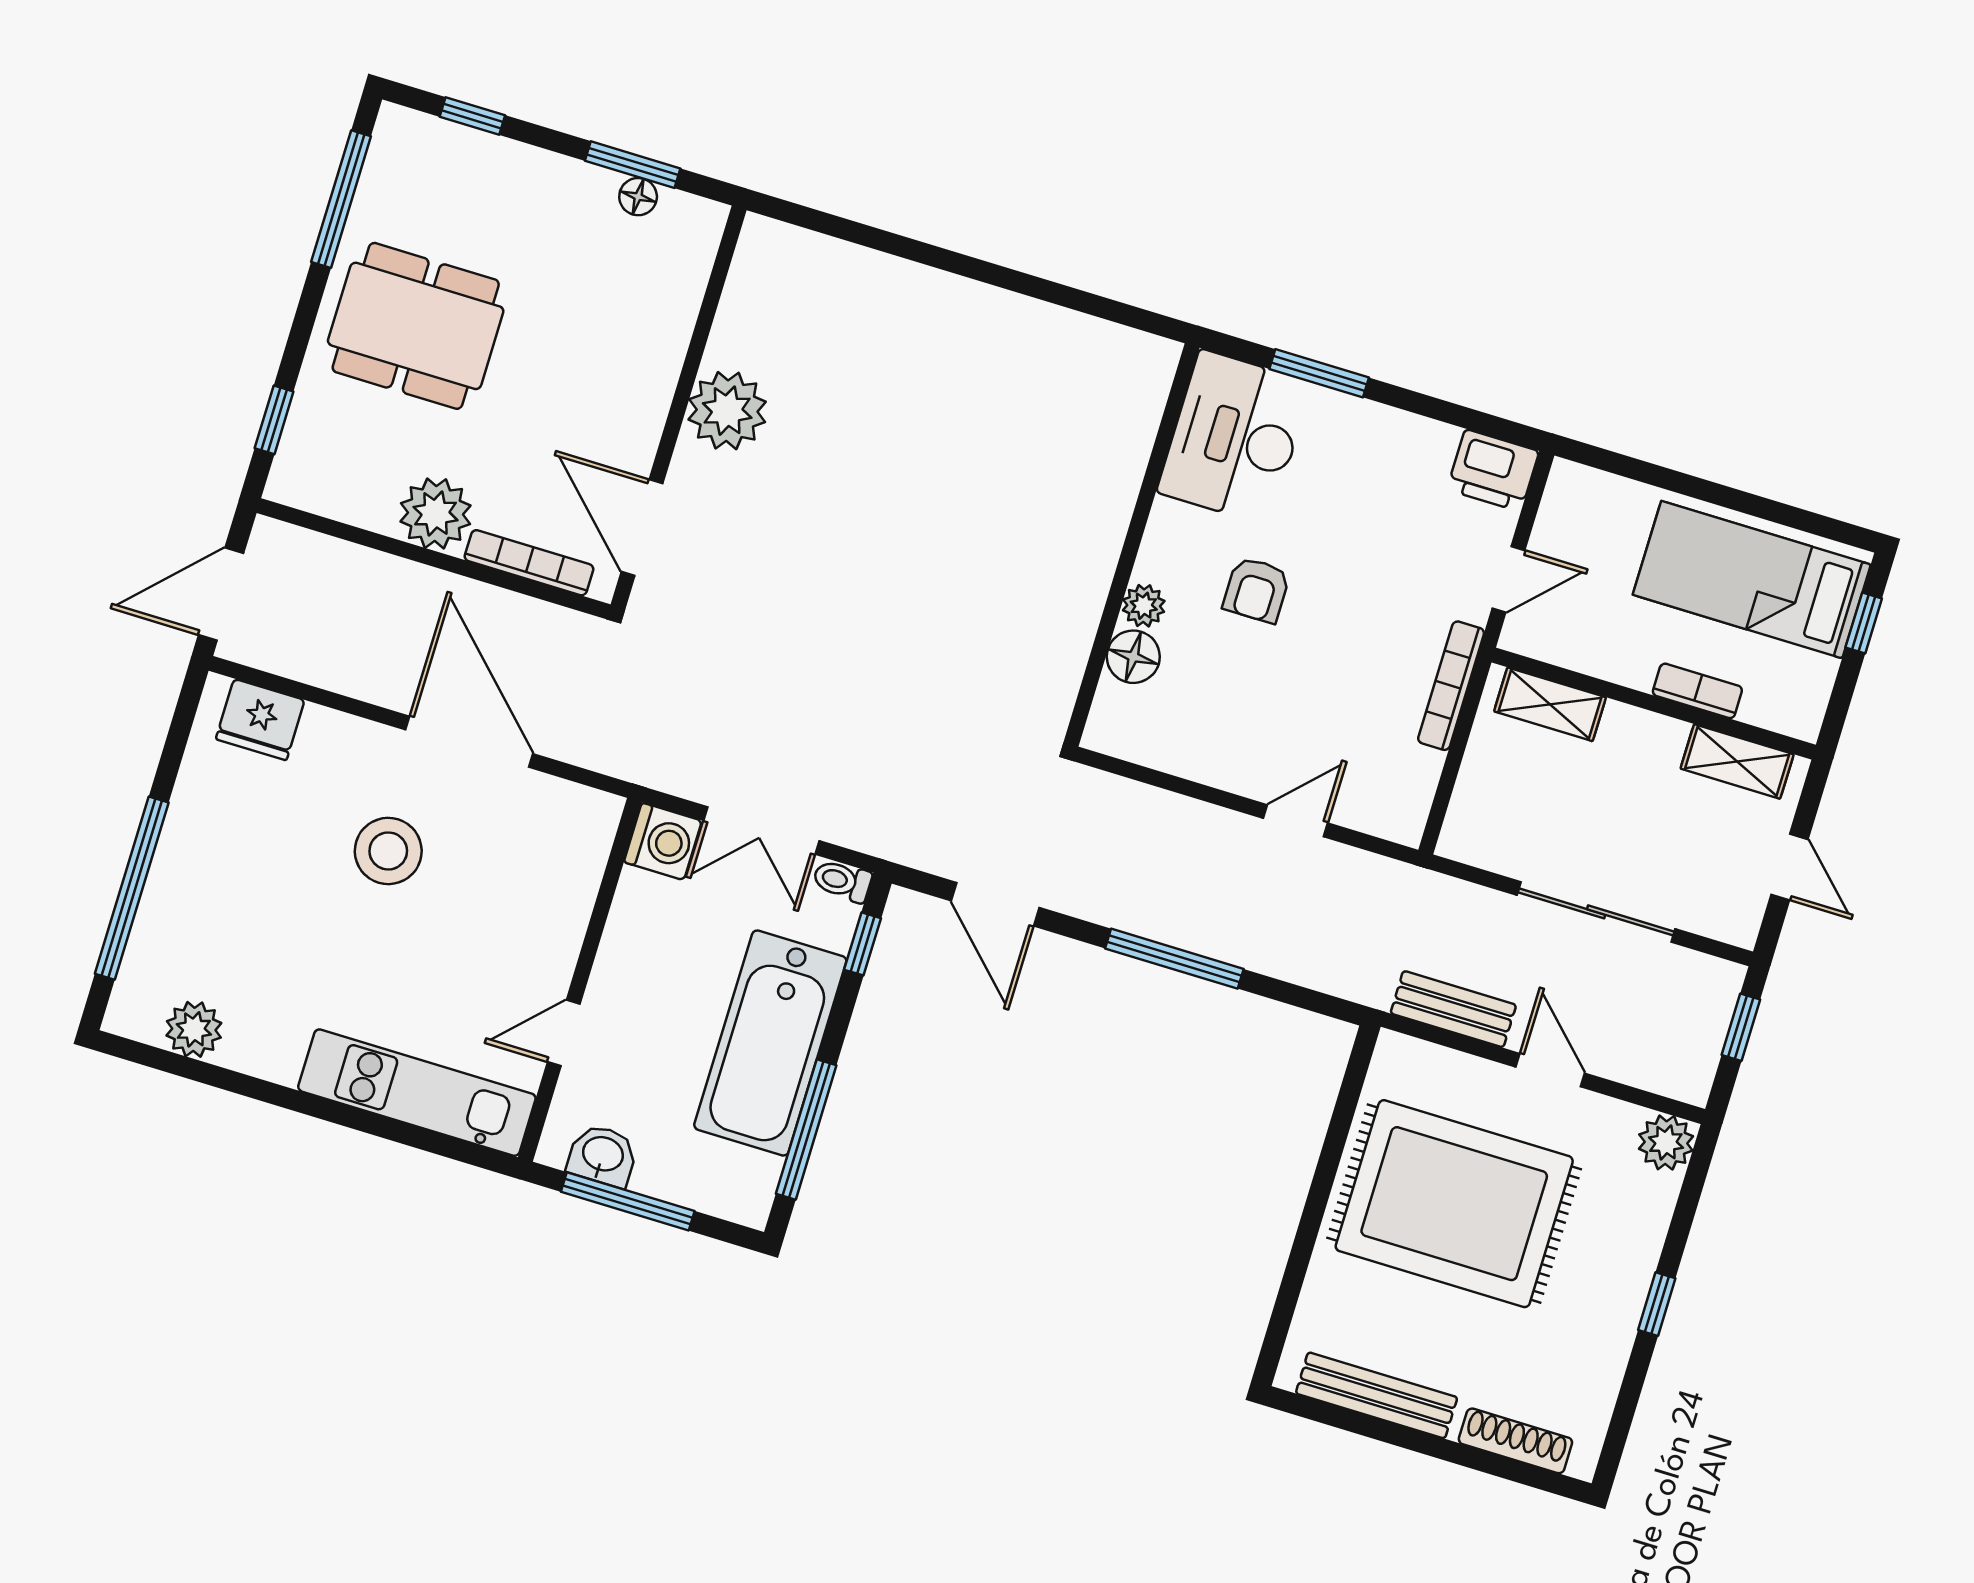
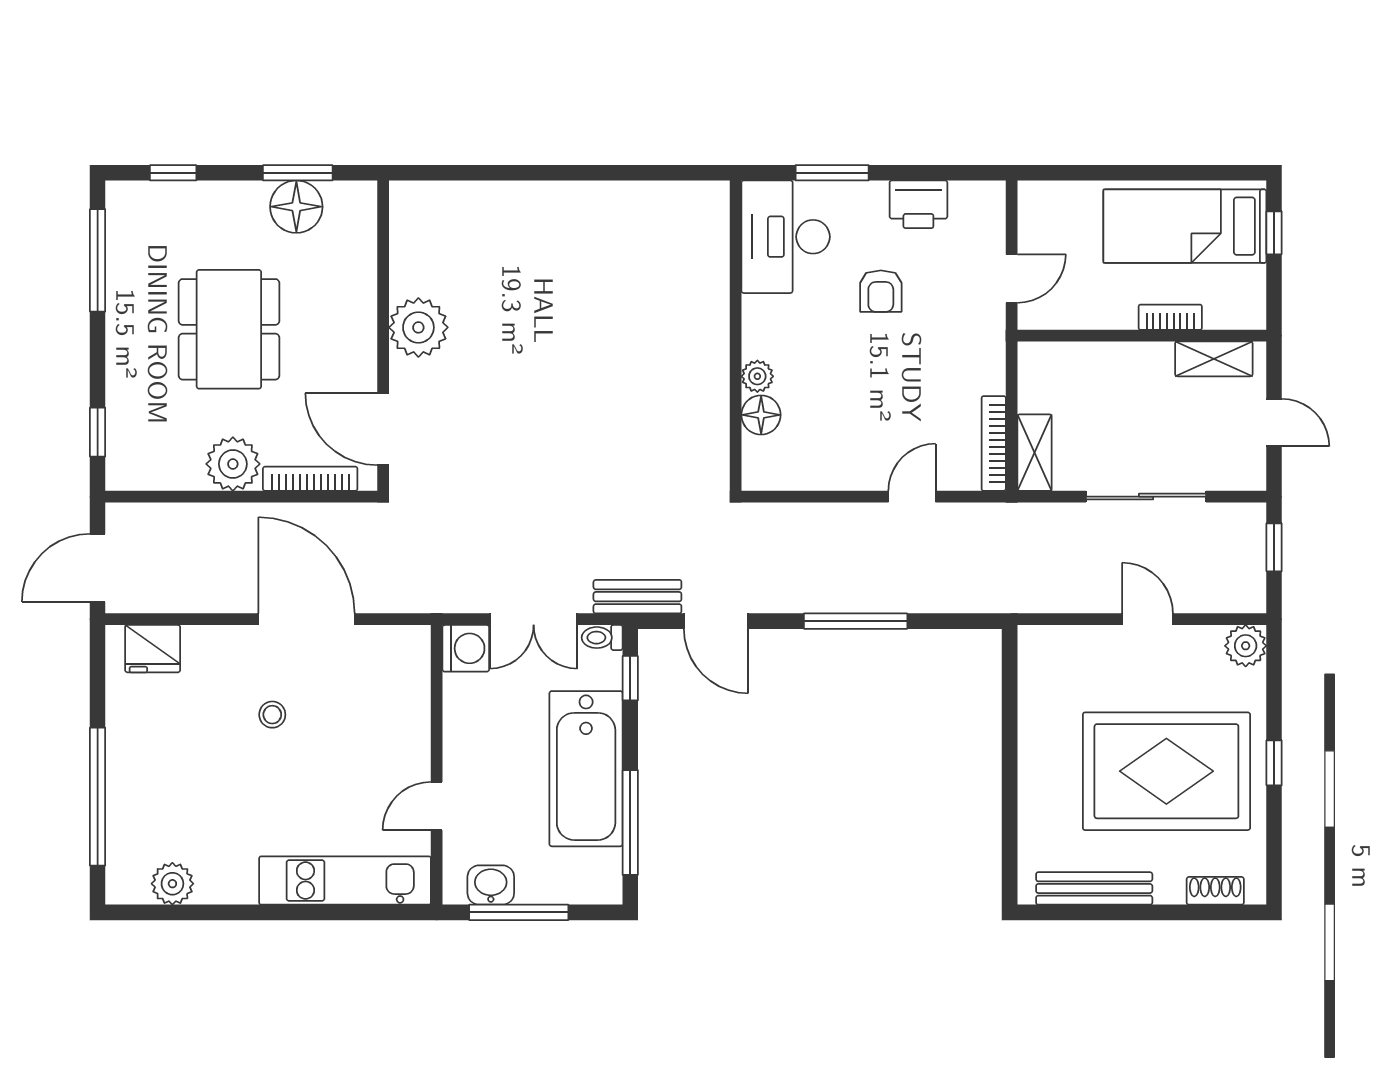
floor lamp: (638, 197) -> (296, 207), width x1.89, depth x1.89
dining table: (416, 326) -> (229, 329), moved, turned 90
printer: (1493, 470) -> (918, 204), moved
armchair: (1256, 590) -> (881, 291), moved
bookcase: (1451, 686) -> (994, 443), moved
shelving: (1550, 704) -> (1035, 453), moved, turned 90
stool: (388, 851) -> (272, 715), width x0.53, depth x0.53
bench: (1453, 1009) -> (637, 597), moved
rug: (1454, 1204) -> (1166, 771), moved
shoe rack: (1515, 1441) -> (1215, 891), width x0.70

